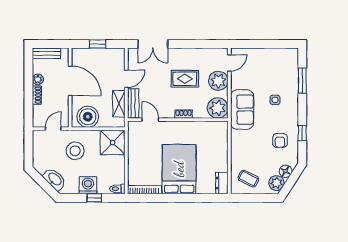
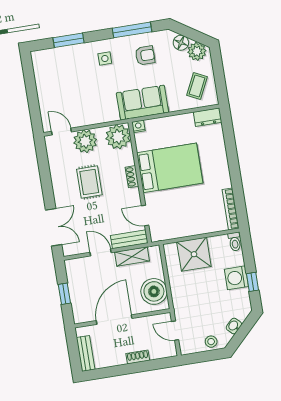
plant: (38, 79) -> (119, 359), removed
side table: (275, 100) -> (105, 58), moved
sofa: (242, 110) -> (142, 103), moved
door: (150, 120) -> (145, 216), hinge flipped
nightstand: (223, 126) -> (138, 126), added
window: (302, 133) -> (132, 30), width x2.17
shower: (113, 143) -> (194, 254), moved
stool: (75, 151) -> (211, 342), moved, width x0.53, depth x0.53
bed: (179, 169) -> (170, 168), moved, turned 180
washbasin: (55, 179) -> (234, 326), width x0.52, depth x0.69
window: (94, 198) -> (253, 282), moved

